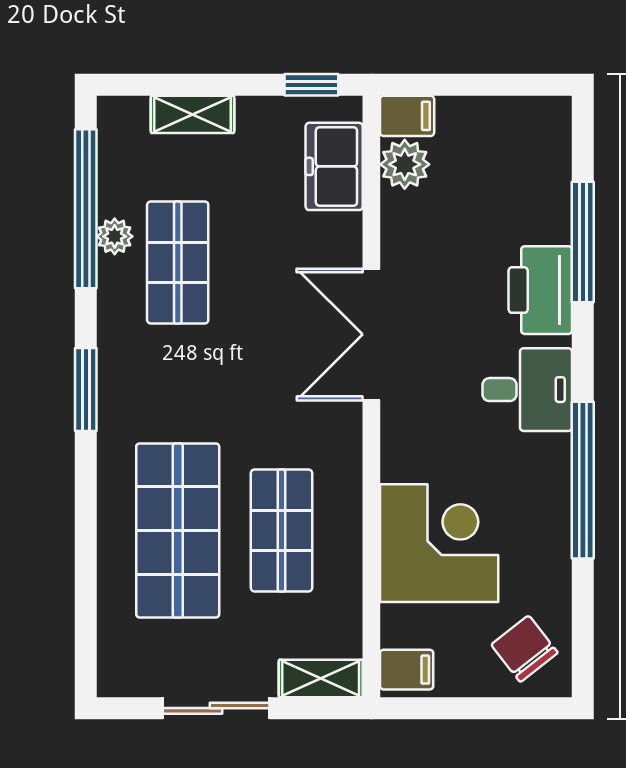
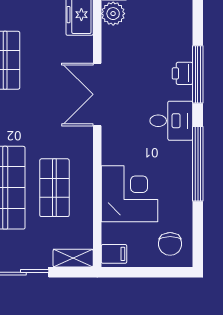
window: (583, 242) -> (198, 74), moved
printer: (540, 290) -> (182, 73), width x0.53, depth x0.68
chair: (524, 649) -> (170, 244), turned -142

